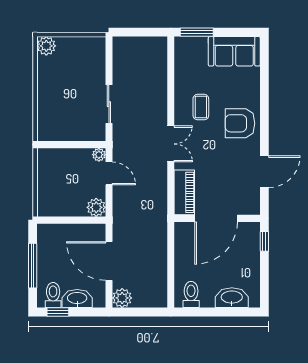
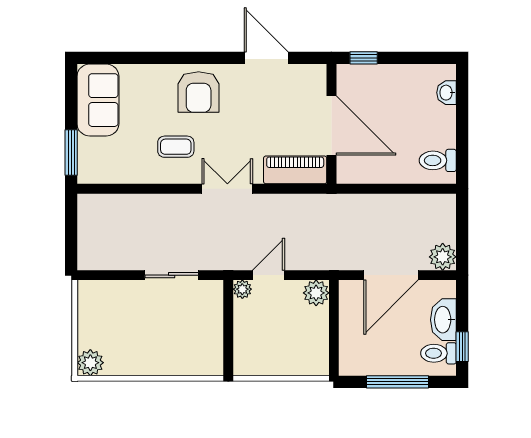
washbasin: (232, 298) -> (447, 93), width x0.52, depth x0.69

